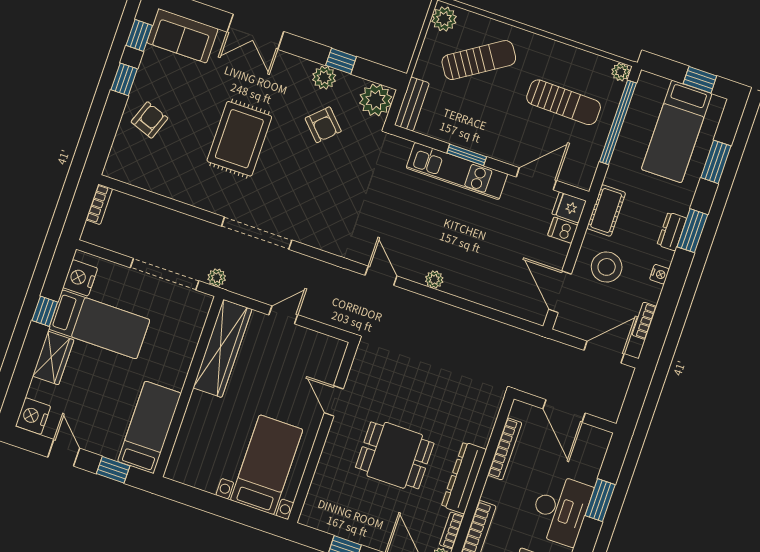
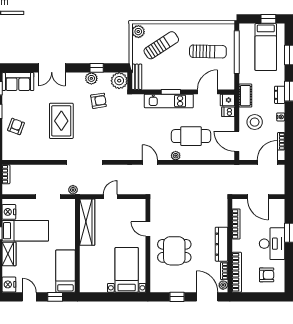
plant: (621, 72) -> (230, 28), removed
armchair: (323, 125) -> (98, 101), turned -55
cafe table: (476, 252) -> (191, 136), added
doorway: (165, 274) -> (48, 197), width x0.73
dining table: (395, 455) -> (174, 251), moved

